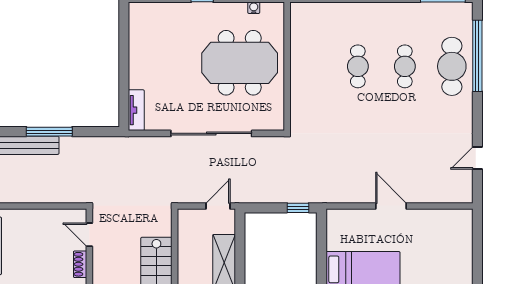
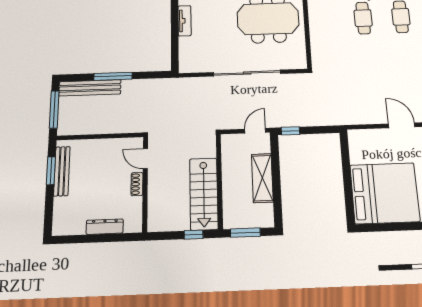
tv unit: (136, 110) -> (185, 21), moved
window: (298, 208) -> (290, 131), moved

